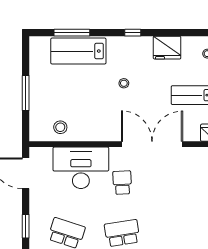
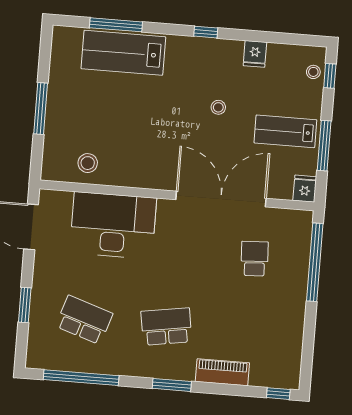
fridge: (167, 48) -> (255, 54), width x0.53, depth x0.75
stool: (124, 83) -> (218, 107), moved
school desk: (122, 183) -> (255, 259), moved

